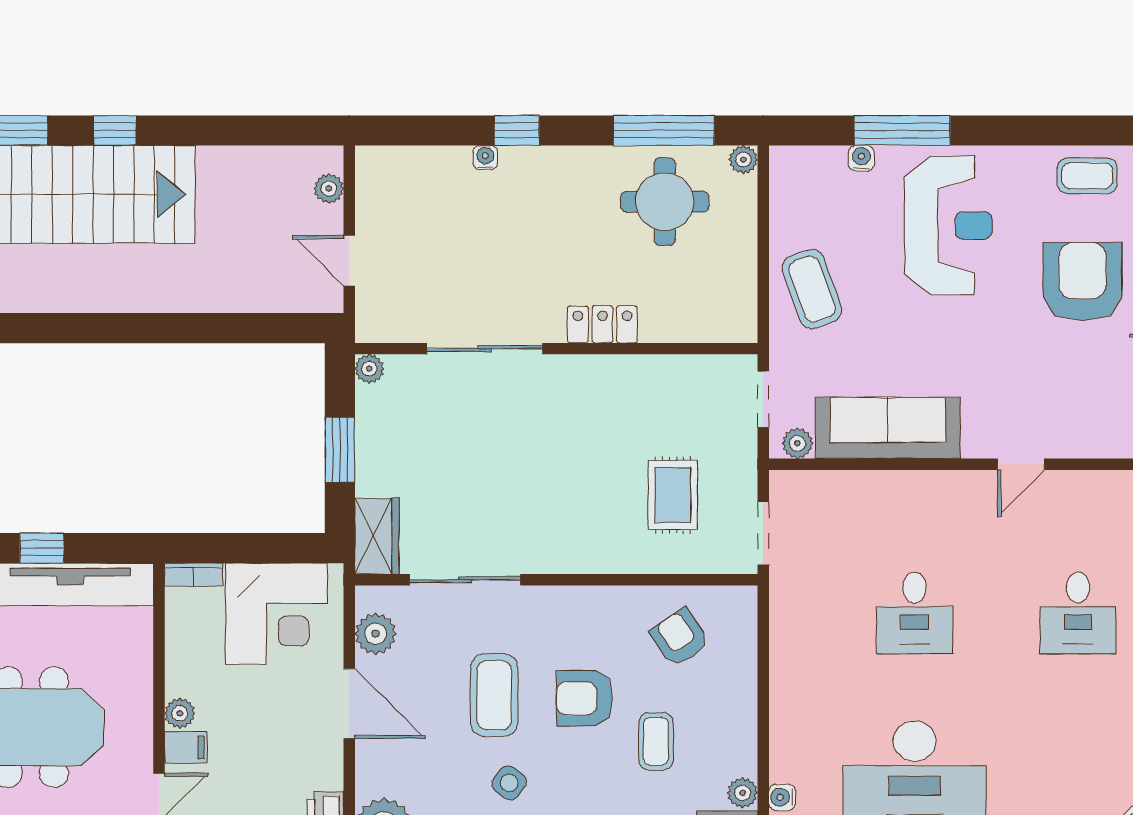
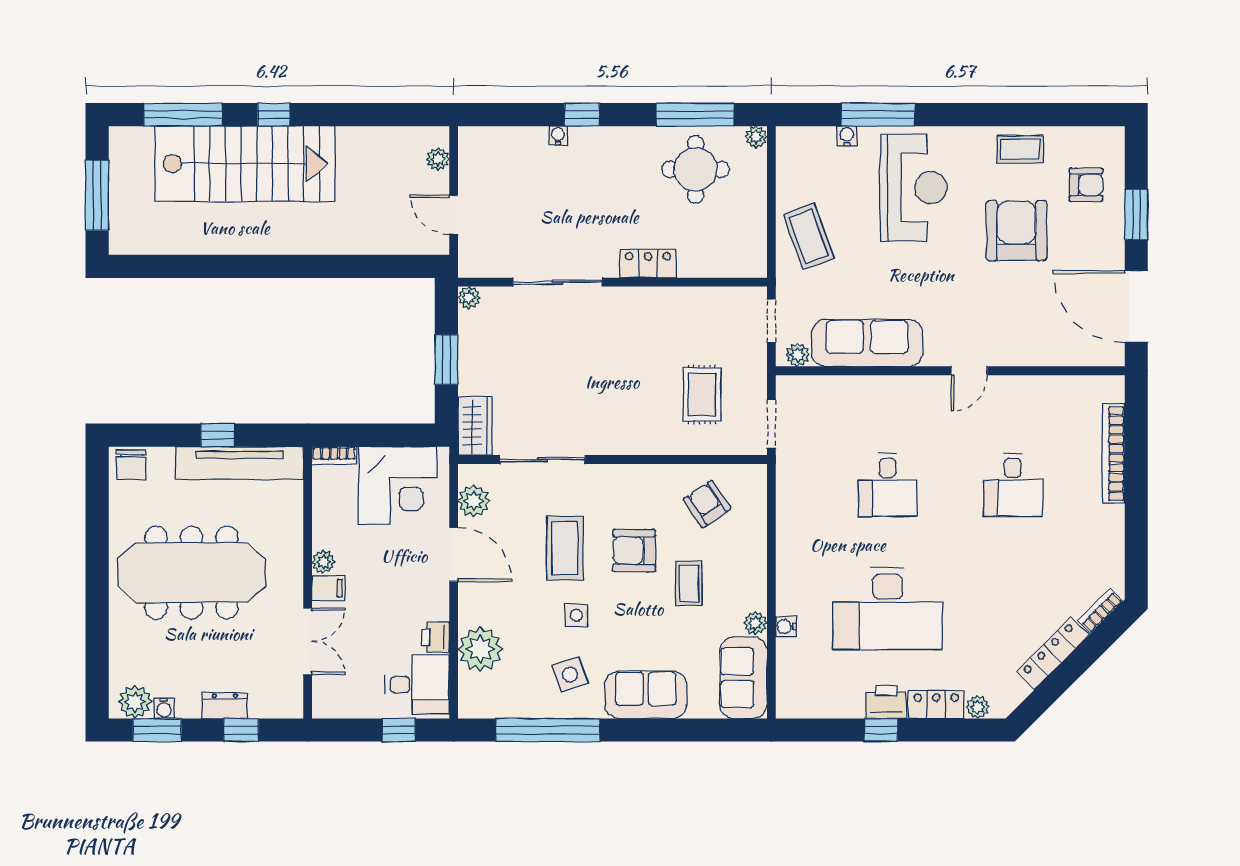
side table: (509, 783) -> (576, 615), turned -38

